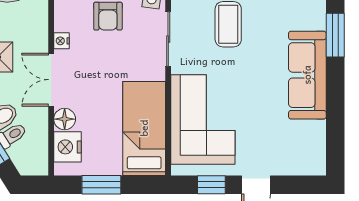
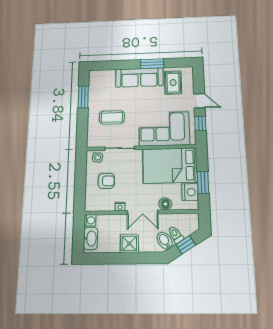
window: (335, 35) -> (152, 64), moved
bed: (144, 128) -> (170, 166), width x1.50
rug: (294, 138) -> (173, 83), added
nightstand: (67, 147) -> (190, 192), moved, turned -90

